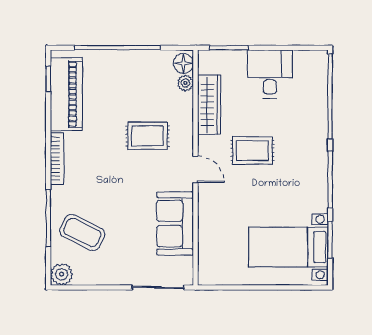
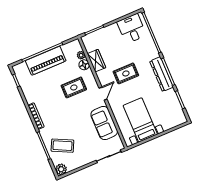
floor lamp: (183, 63) -> (84, 65), moved
desk: (270, 74) -> (132, 29), moved
piano: (66, 94) -> (46, 61), moved, turned 90
wardrobe: (209, 105) -> (96, 61), width x0.67
door: (196, 169) -> (103, 94), hinge flipped
dresser: (316, 179) -> (161, 74), added
bed with nightstands: (288, 247) -> (140, 120), moved, turned 90

